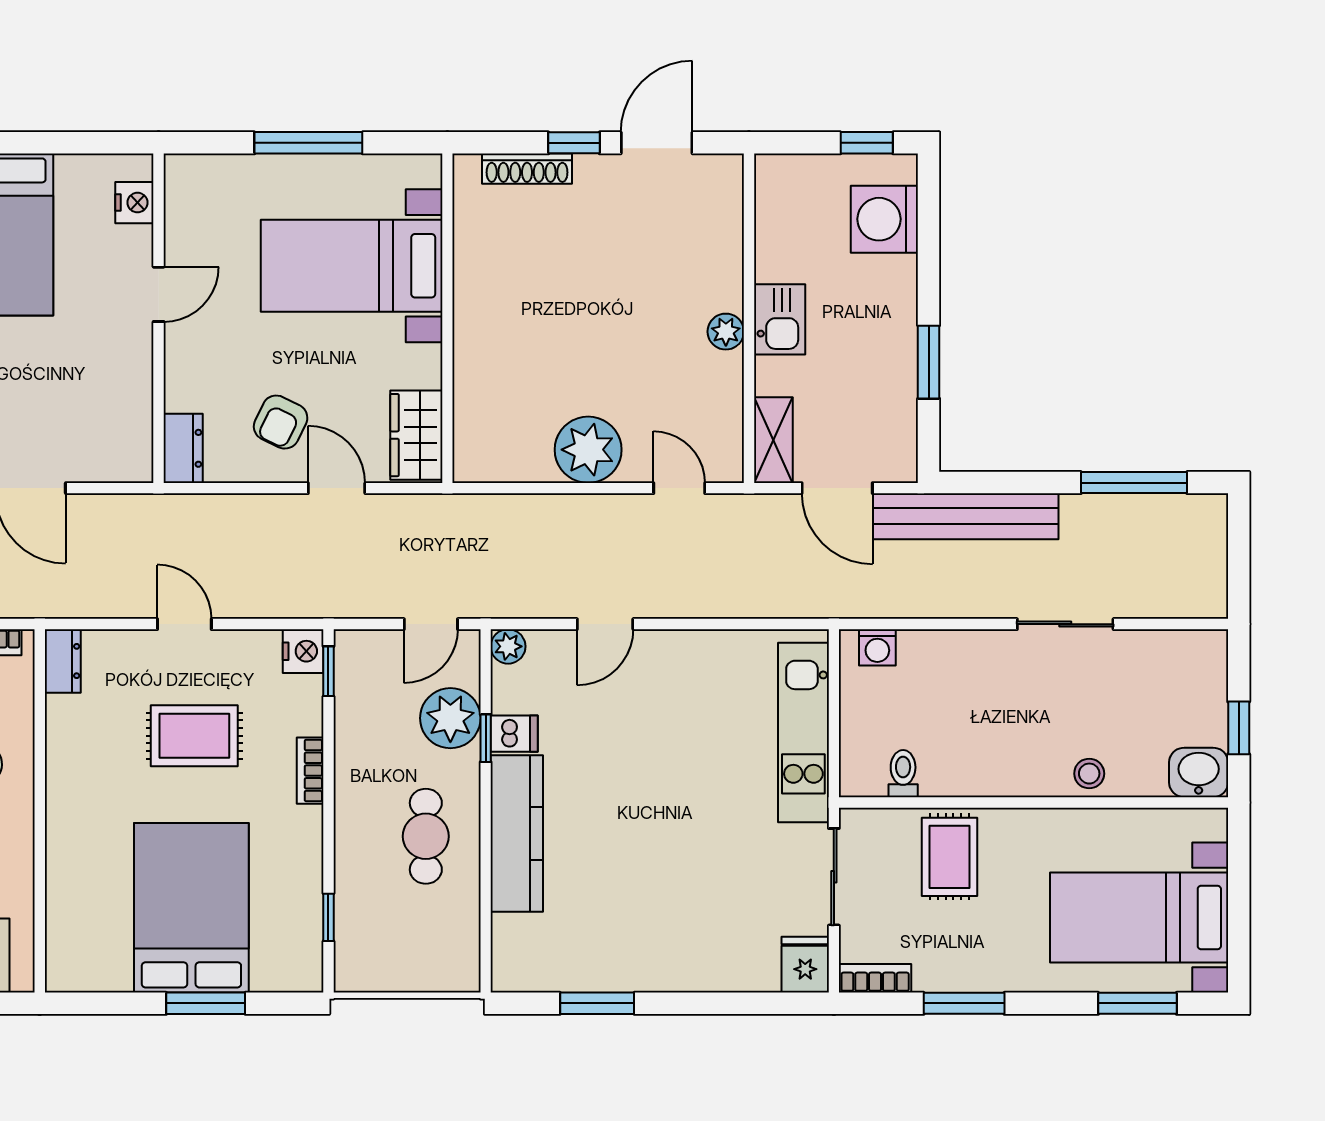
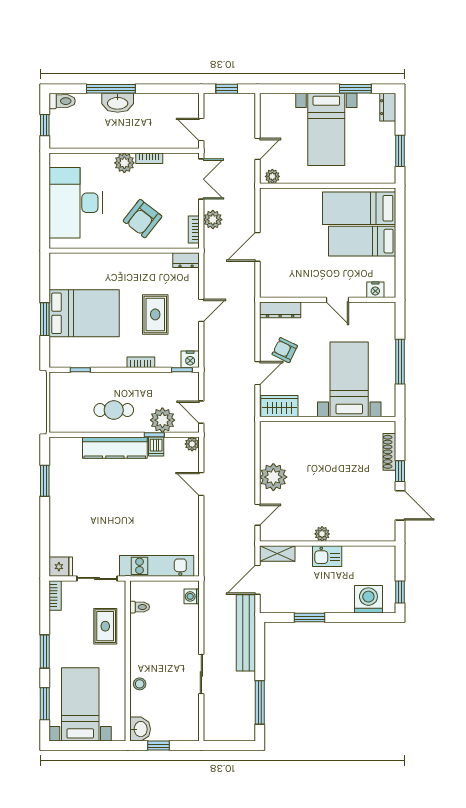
dresser: (183, 448) -> (280, 310), width x1.44
rug: (950, 857) -> (105, 626), turned 90
window: (964, 1003) -> (45, 652), moved

